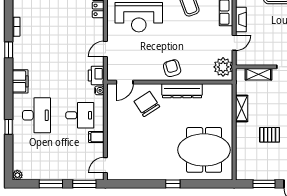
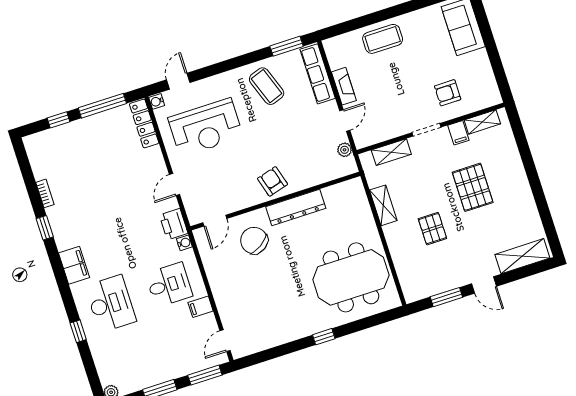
plant: (223, 67) -> (345, 150), width x0.53, depth x0.53
pallet: (270, 135) -> (432, 229), turned 90

